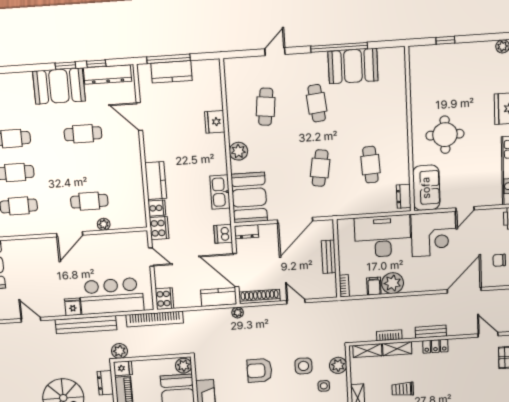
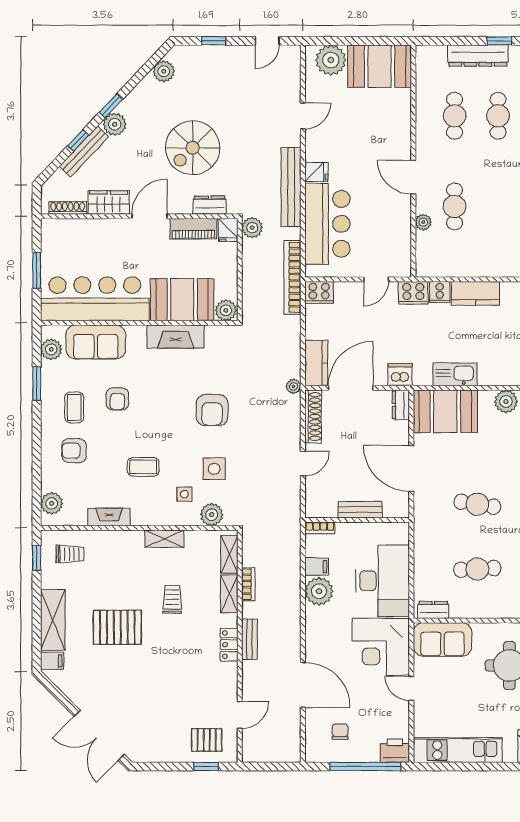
armchair: (259, 370) -> (212, 410), turned 180

